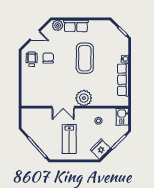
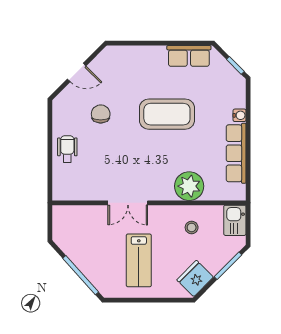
plant: (58, 25) -> (118, 55), removed
row of seats: (76, 26) -> (189, 56), moved
coffee table: (85, 58) -> (167, 114), turned 90
wheelchair: (32, 59) -> (67, 149), moved
plant: (84, 98) -> (189, 186), moved

